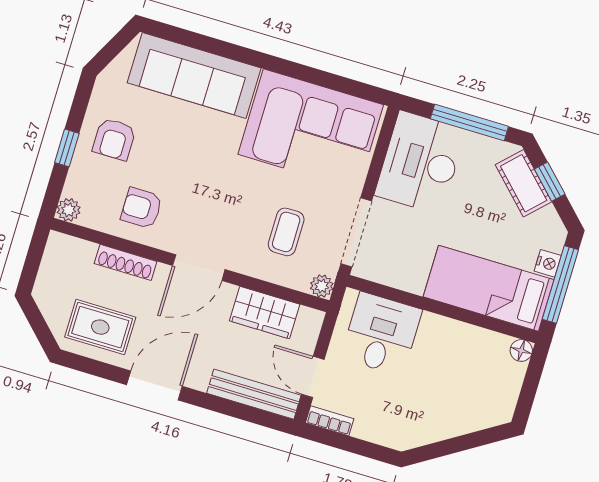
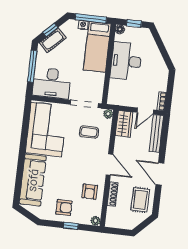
wardrobe: (265, 313) -> (124, 124), moved
desk: (381, 334) -> (126, 61), moved, width x1.37
window: (530, 387) -> (134, 23), added

